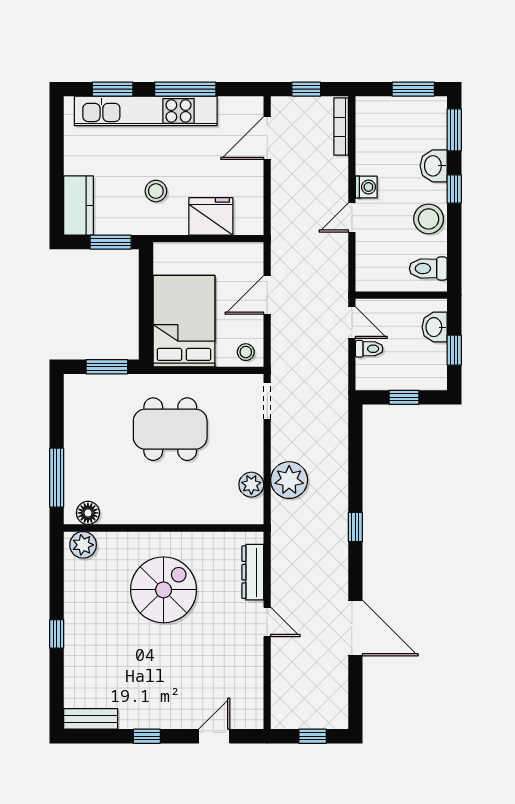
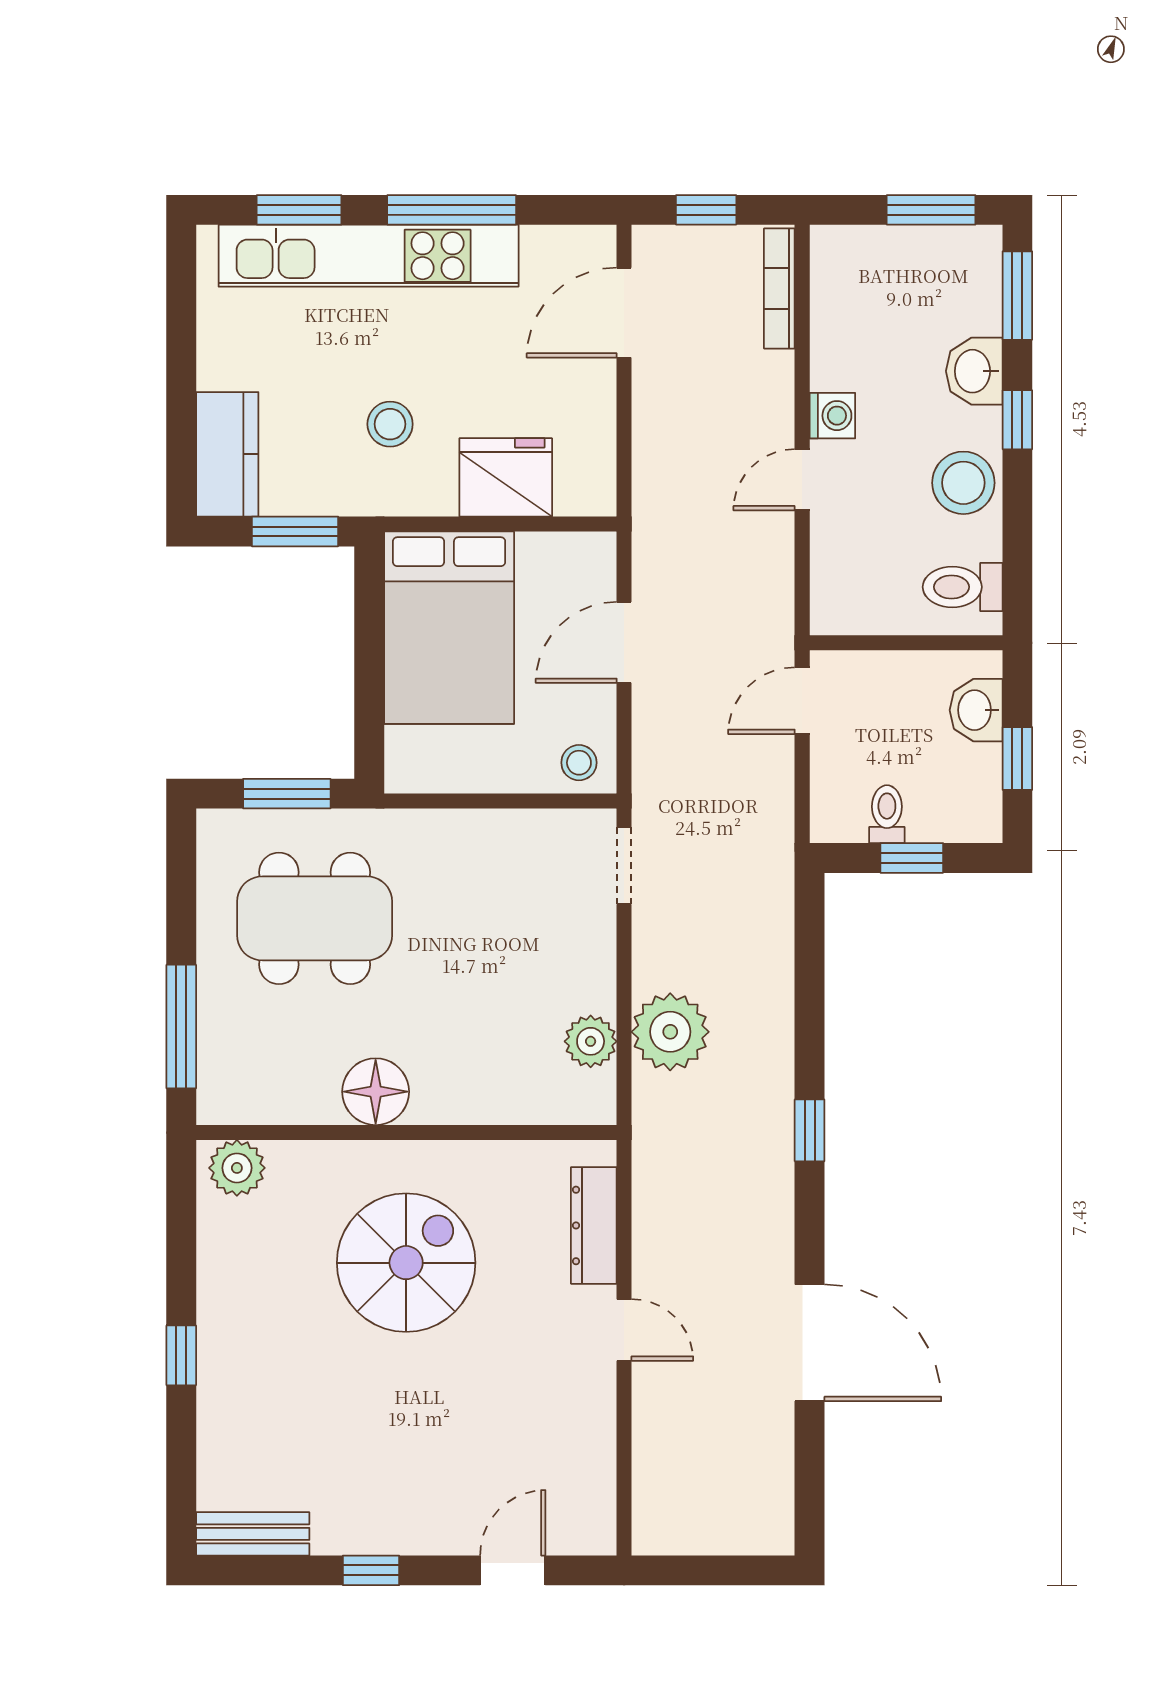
bed: (184, 321) -> (449, 628), moved, turned 180
door: (352, 323) -> (802, 701), swing flipped
toilet: (369, 349) -> (887, 814), moved, turned -90
dining table: (170, 429) -> (315, 918), moved
floor lamp: (88, 513) -> (376, 1092), moved, width x1.38, depth x1.38
window: (313, 736) -> (720, 1570), removed

